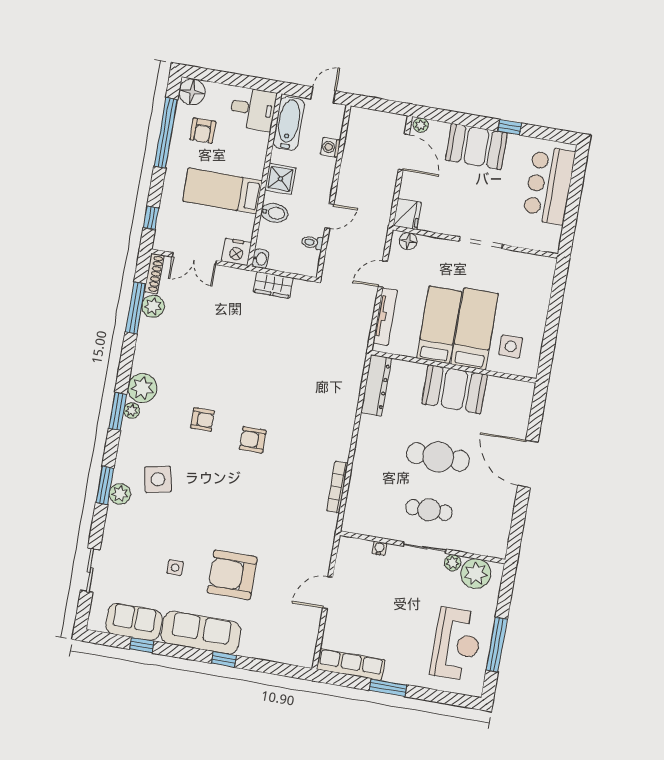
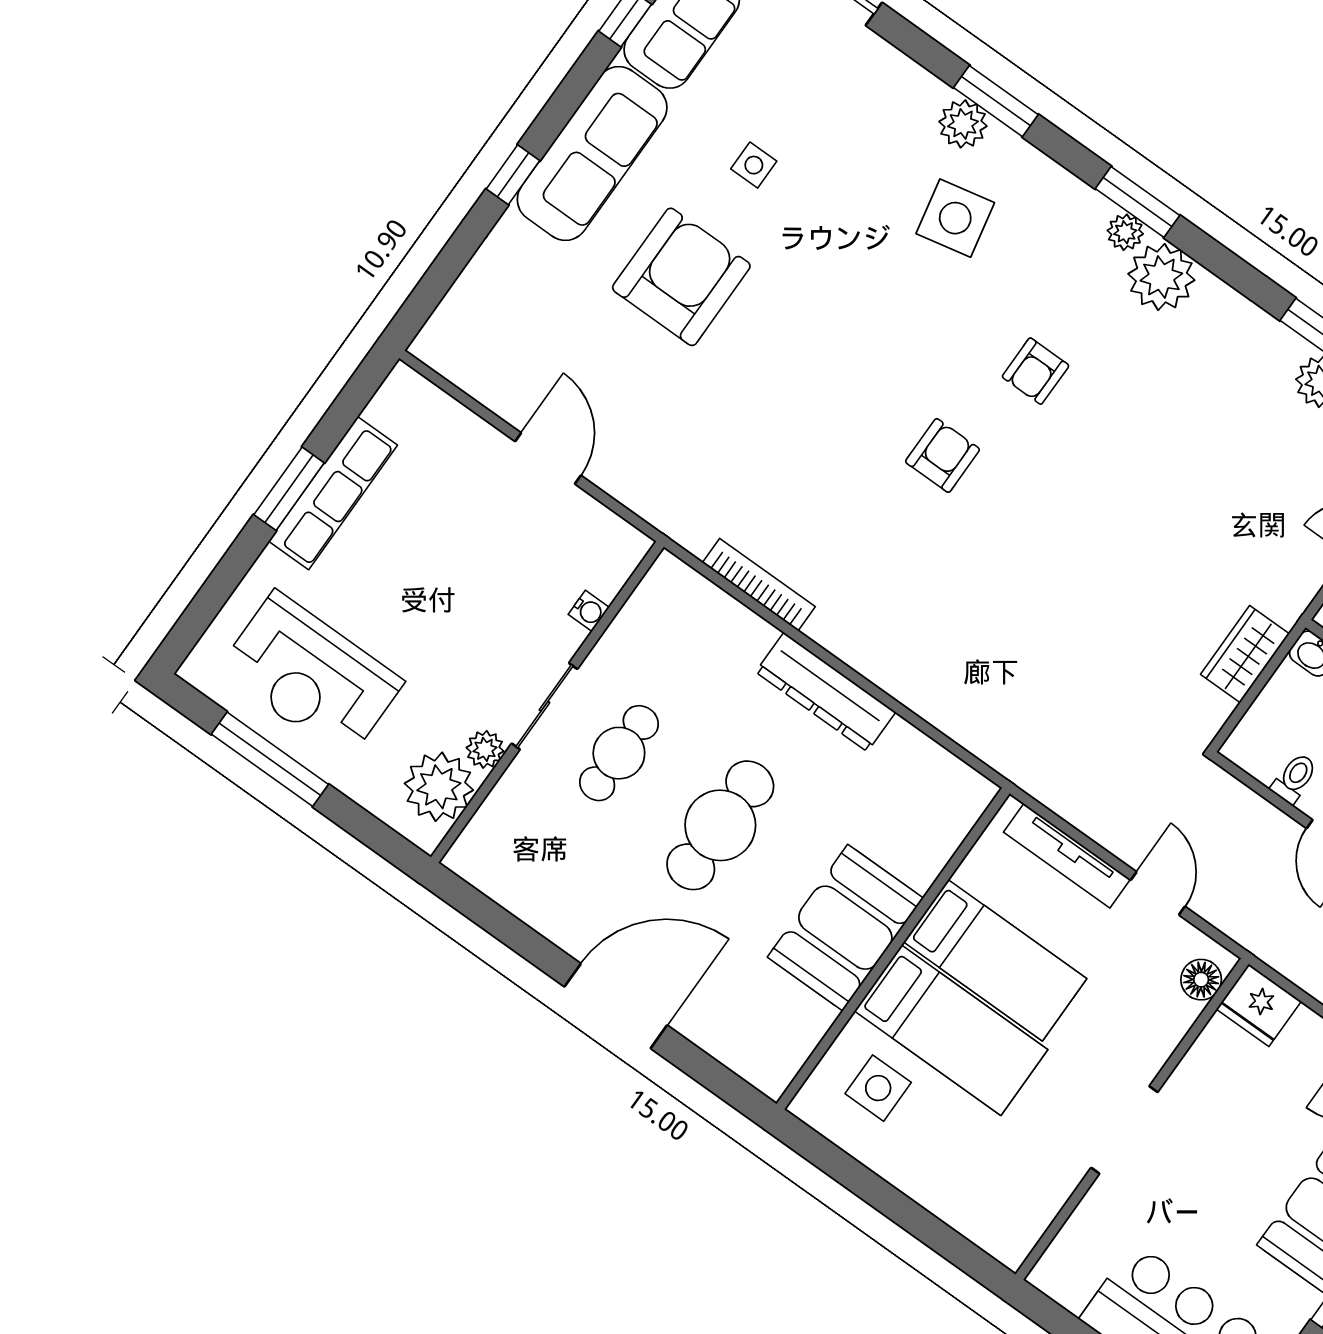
dresser: (376, 385) -> (826, 692), moved
row of seats: (351, 664) -> (333, 493), moved

